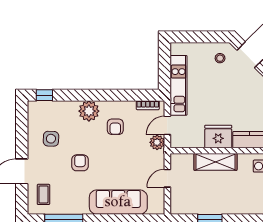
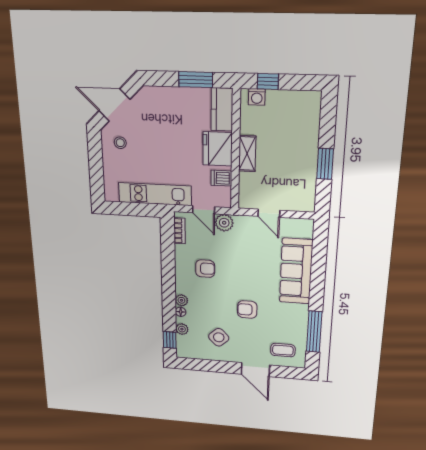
floor lamp: (73, 105) -> (181, 312), added
plant: (56, 106) -> (182, 329), added
plant: (89, 111) -> (181, 300), width x0.53, depth x0.53
side table: (51, 139) -> (219, 337), turned 45
dishwasher: (195, 140) -> (221, 178), added
shelving: (215, 162) -> (247, 154), width x0.67, depth x0.75

